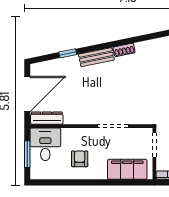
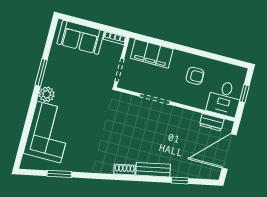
dresser: (47, 118) -> (212, 122), width x0.70
window: (27, 154) -> (244, 94), width x0.67
armchair: (80, 159) -> (195, 76), turned -90

